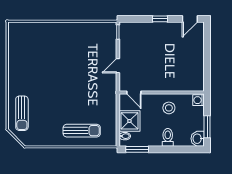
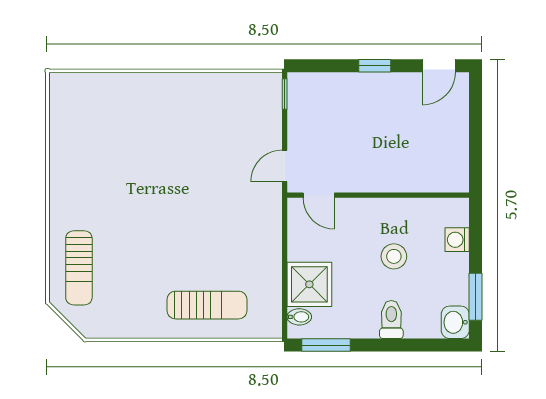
door: (134, 92) -> (319, 195), moved
wall: (162, 92) -> (378, 195), moved

